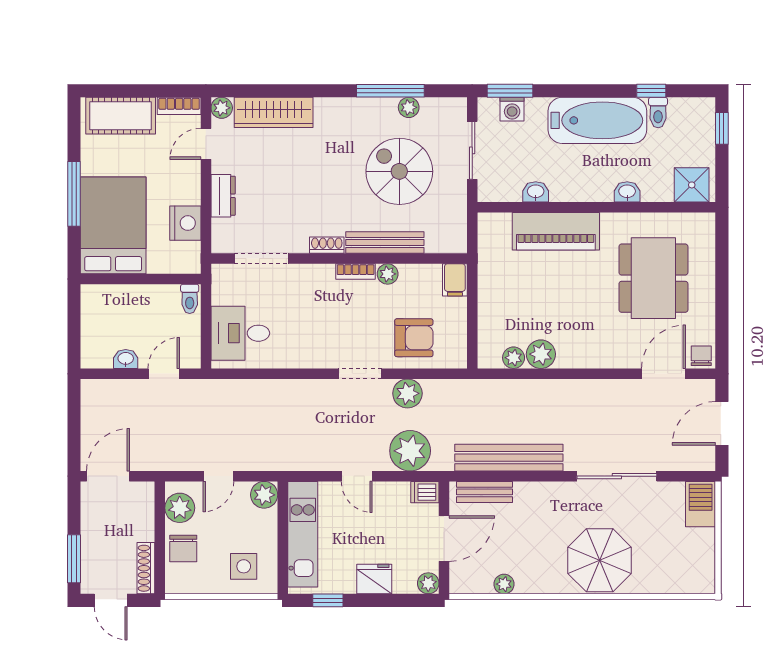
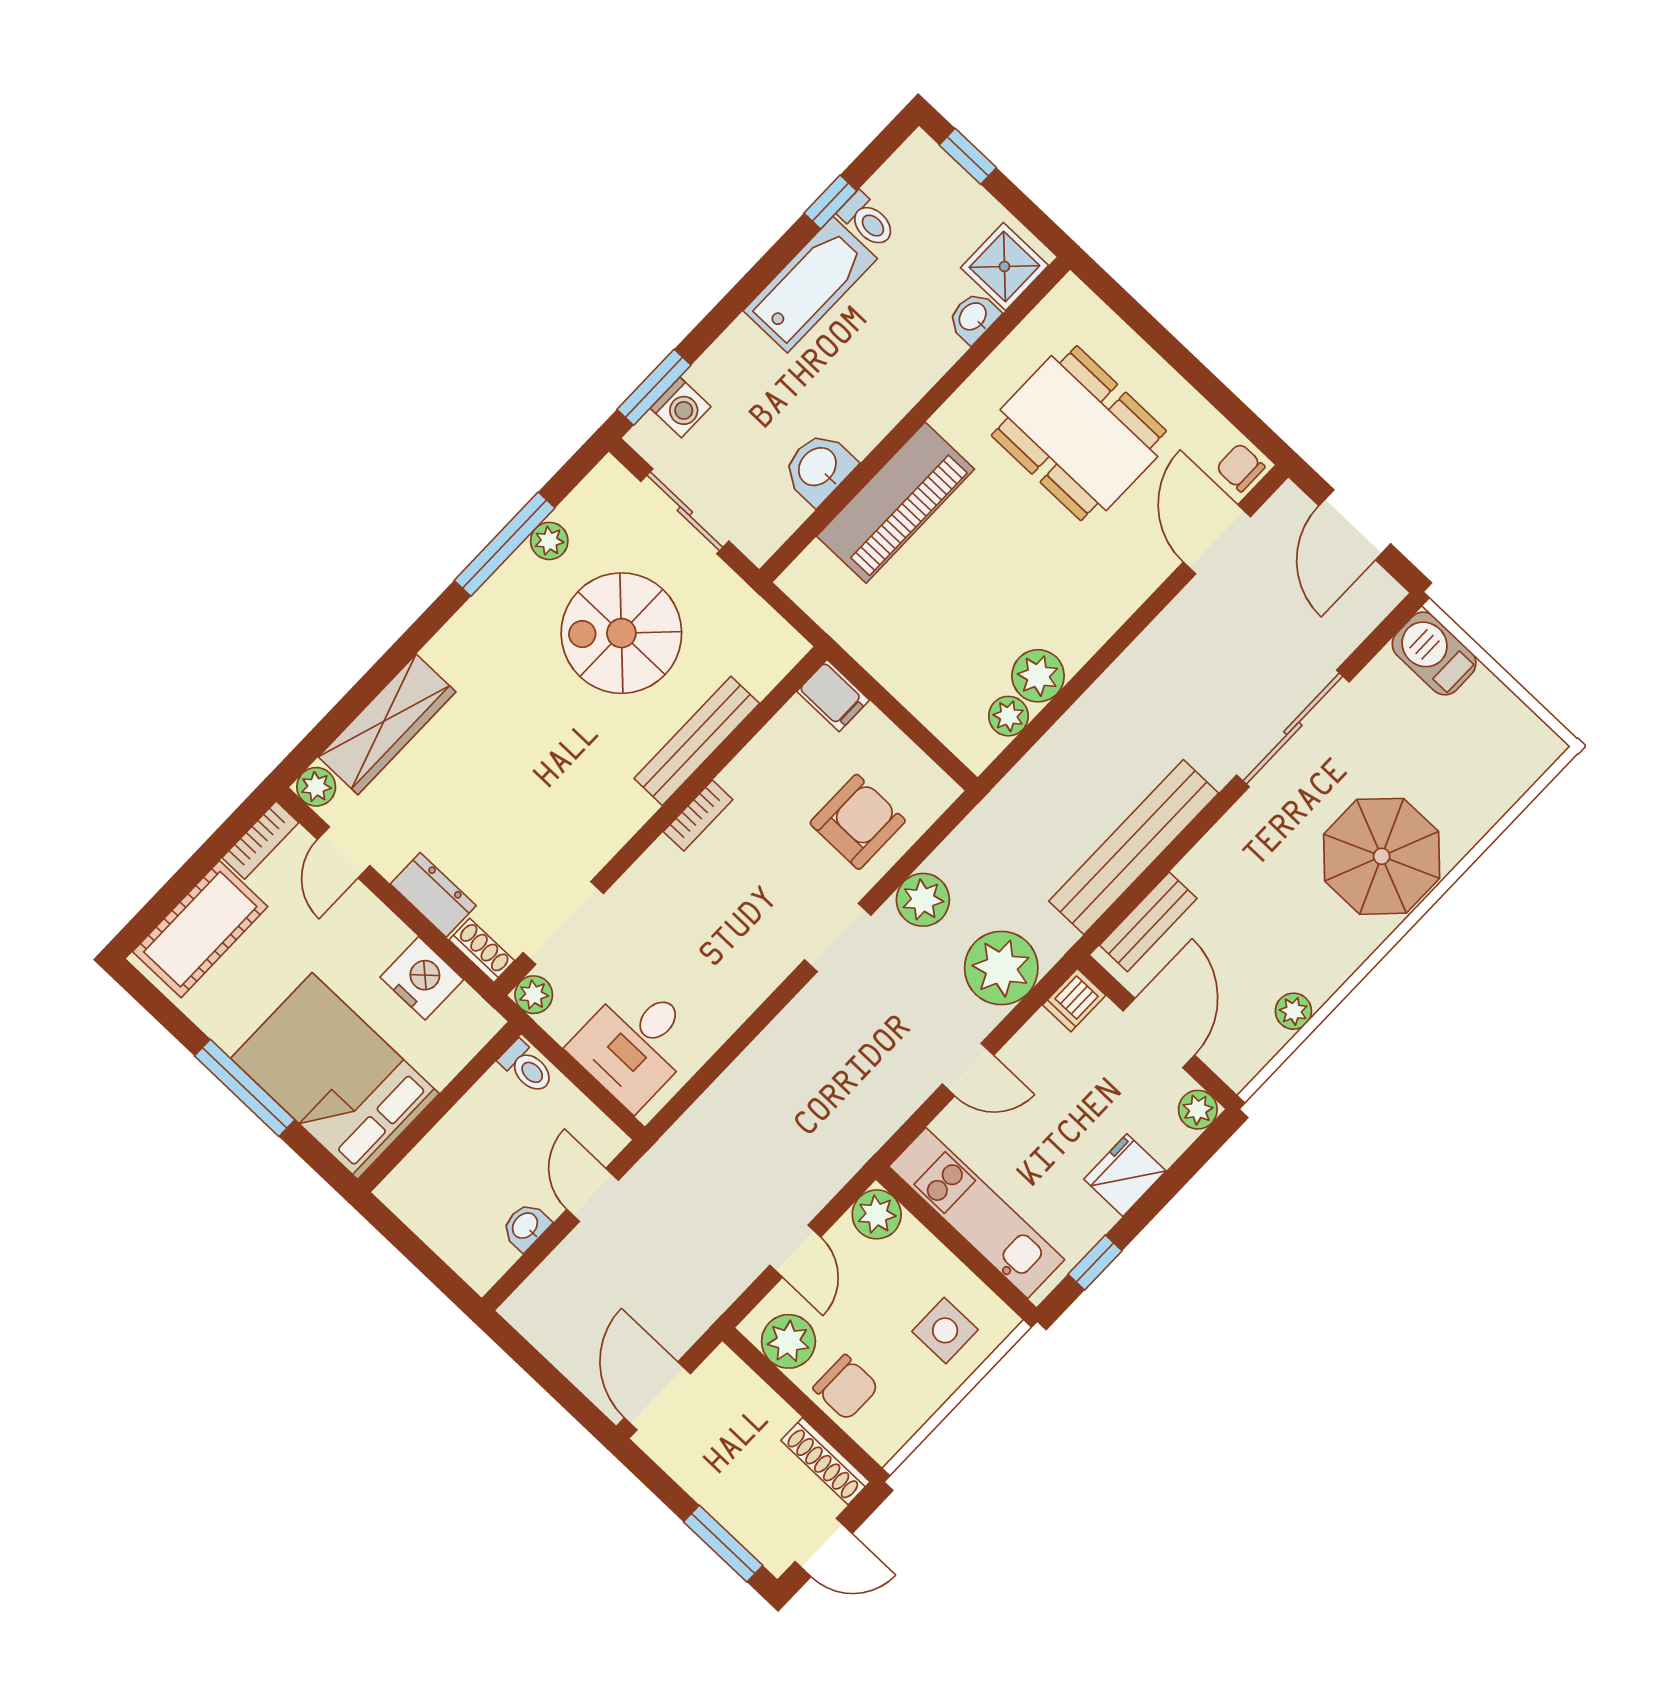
bathtub: (597, 120) -> (810, 285), width x0.73, depth x0.73
washbasin: (536, 192) -> (819, 468), width x1.38, depth x1.45
washbasin: (627, 192) -> (973, 317), moved
shoe rack: (327, 245) -> (482, 950), moved, turned 90
plant: (388, 274) -> (534, 995), moved

